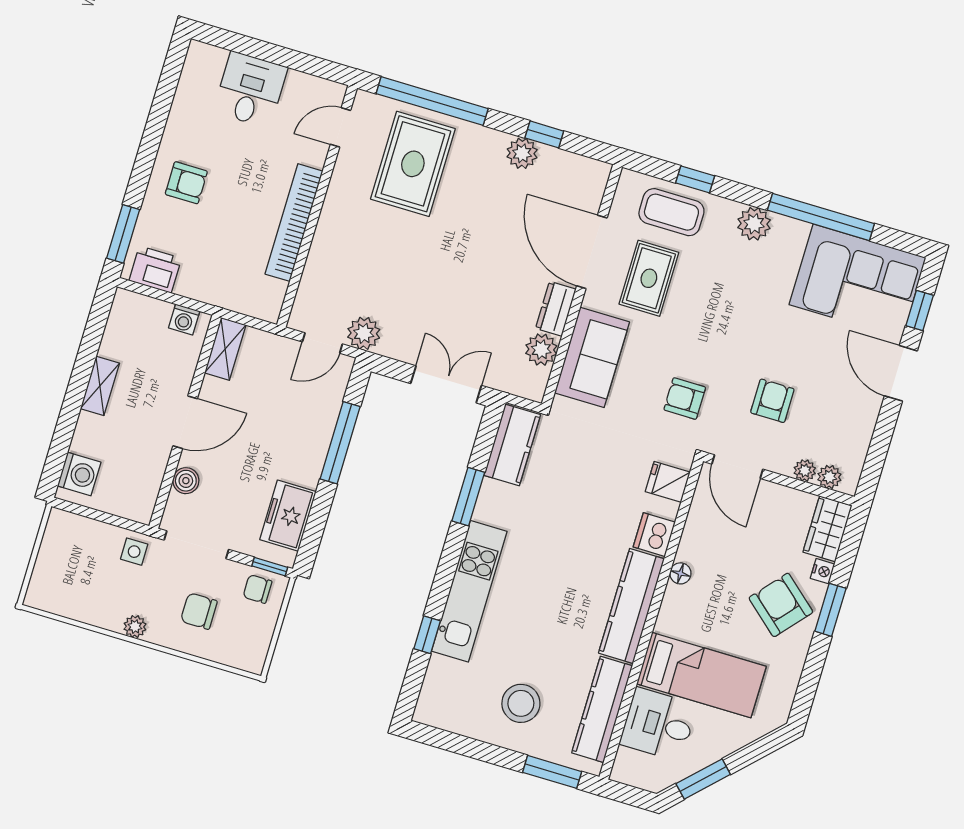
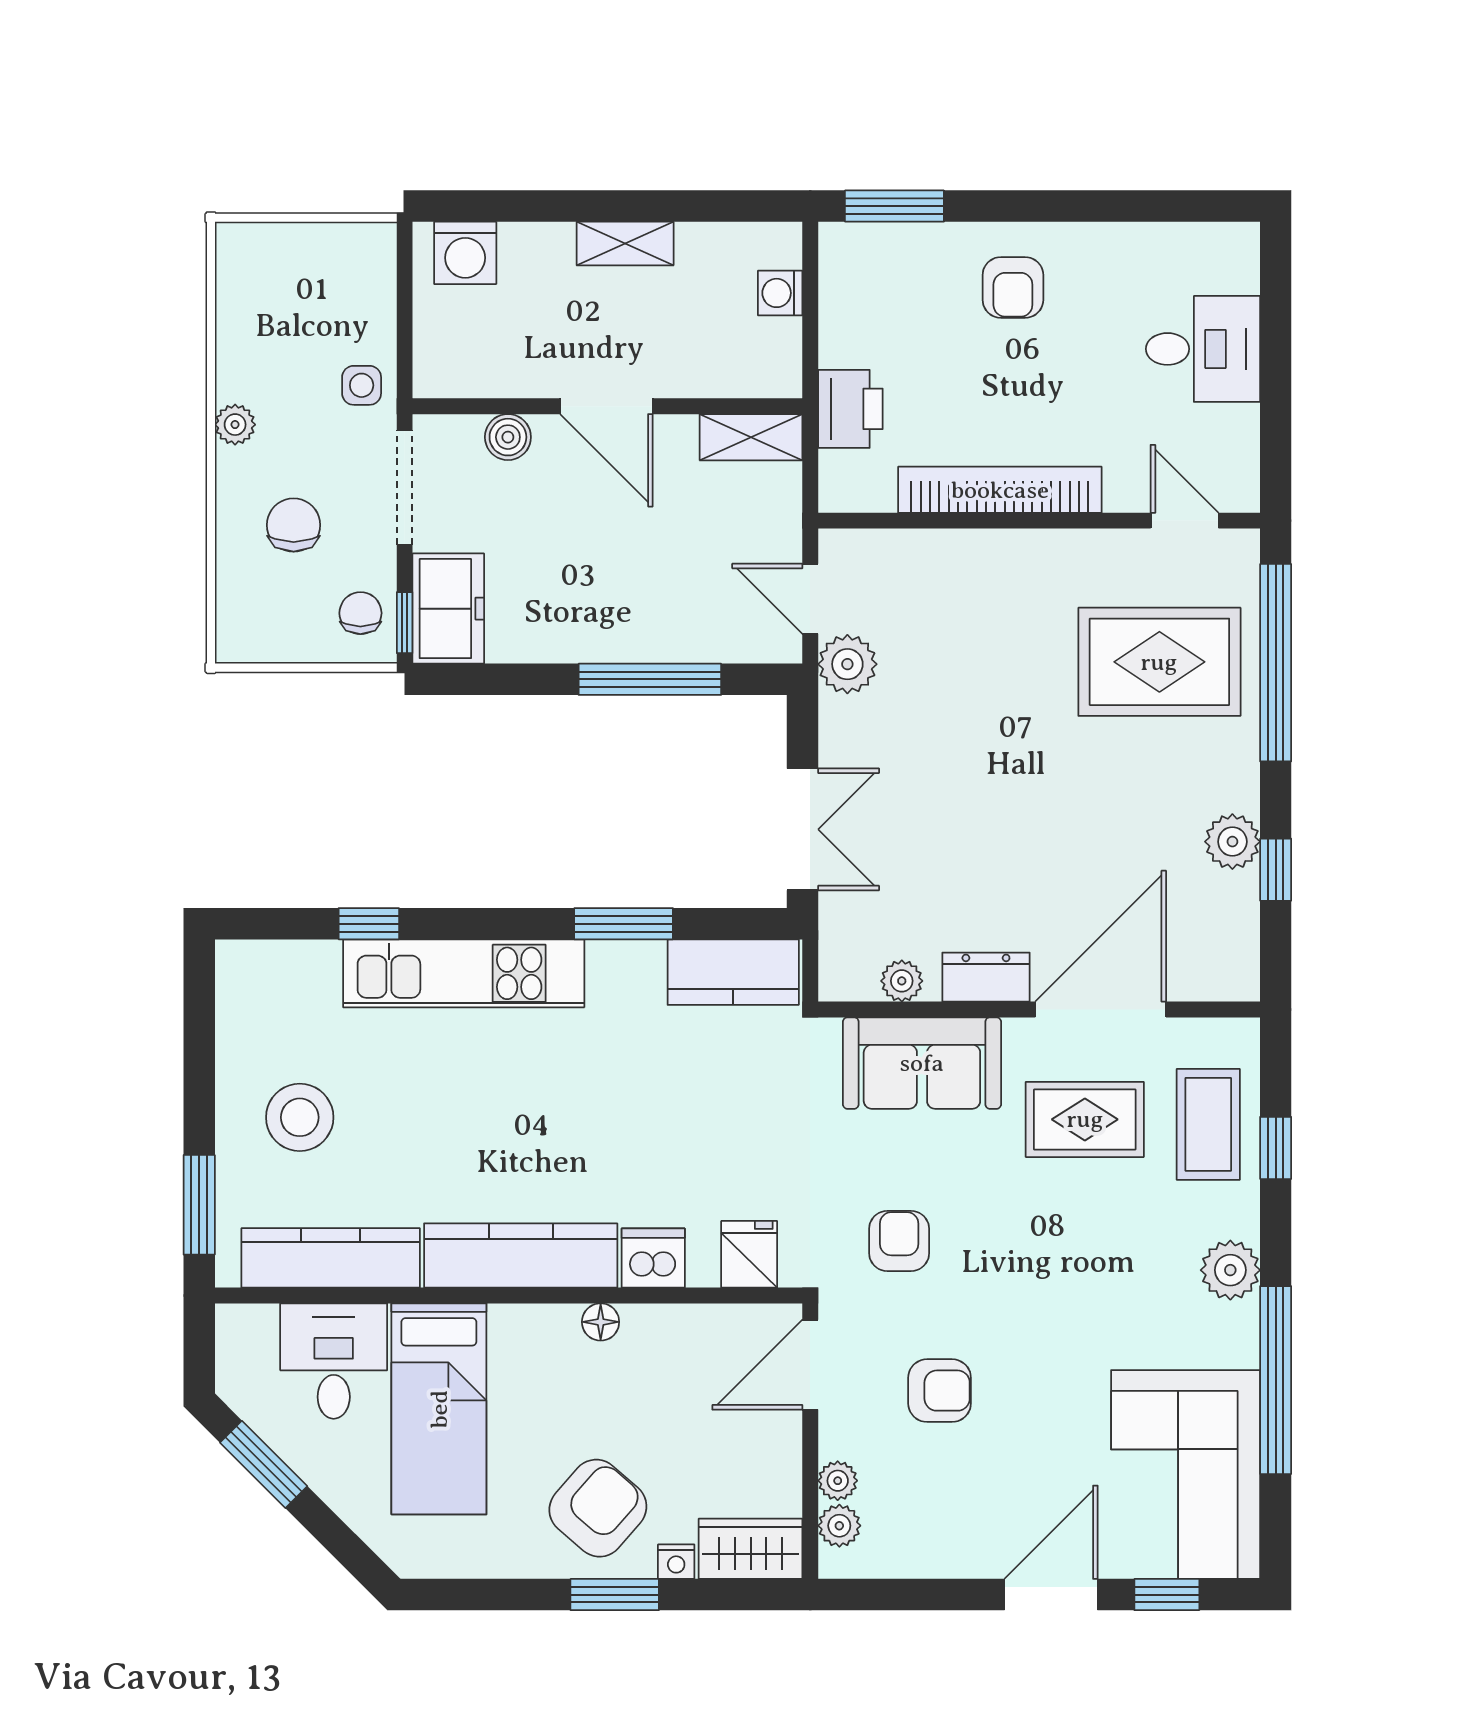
printer: (155, 269) -> (850, 409), moved
washing machine: (184, 319) -> (780, 293), moved
plant: (541, 350) -> (902, 981), width x0.73, depth x0.73
freezer: (288, 516) -> (448, 609), moved, turned 90

